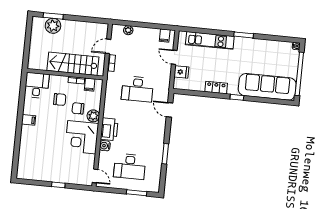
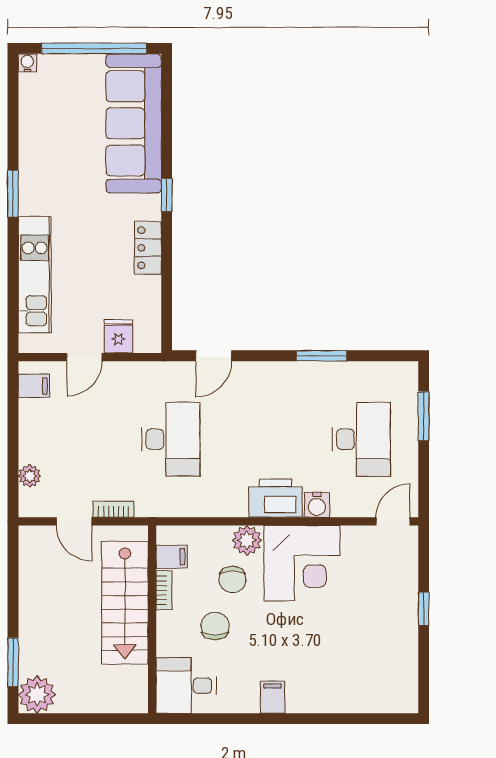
plant: (53, 26) -> (37, 695), moved

